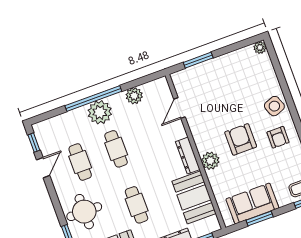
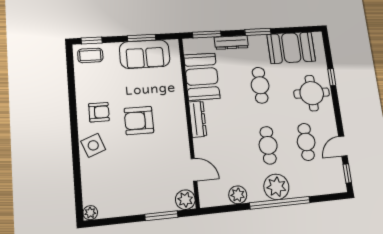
door: (180, 108) -> (194, 170), hinge flipped
armchair: (278, 137) -> (99, 112), turned 90
armchair: (241, 139) -> (139, 121), turned 90
plant: (210, 161) -> (185, 200), moved

